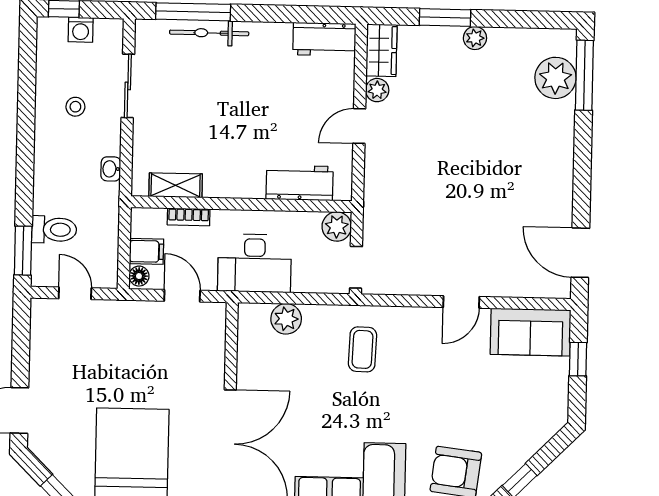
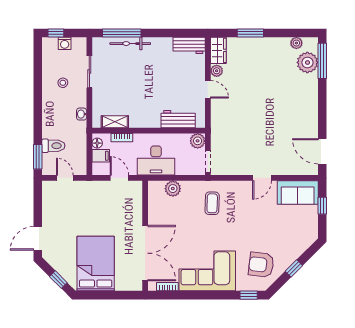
plant: (475, 38) -> (296, 43), moved
door: (359, 126) -> (208, 89), swing flipped
floor lamp: (139, 276) -> (97, 143), moved

